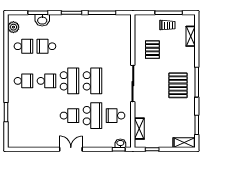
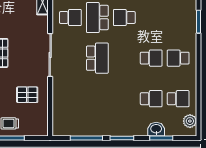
school desk: (23, 46) -> (178, 99), turned 180
pallet: (152, 50) -> (27, 95), turned 90
school desk: (46, 81) -> (151, 58), turned 180
school desk: (69, 81) -> (124, 58), removed
school desk: (92, 81) -> (97, 58), turned 180

